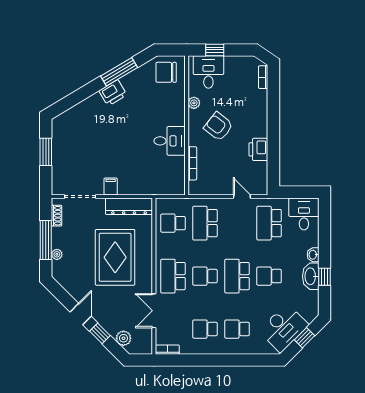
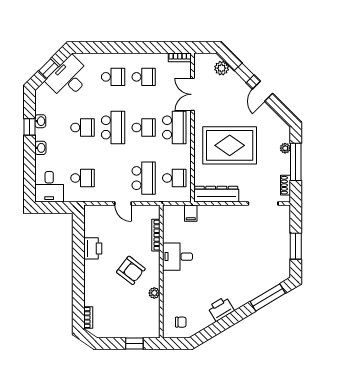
window: (119, 72) -> (268, 297), moved
chair: (166, 72) -> (181, 322), width x0.54, depth x0.54
desk: (208, 72) -> (140, 322), removed
printer: (113, 93) -> (221, 309), moved
filing cabinet: (111, 186) -> (191, 213), moved
door: (242, 196) -> (123, 204), moved
school desk: (269, 223) -> (82, 178), width x0.54
rug: (115, 257) -> (230, 145), turned 90
washbasin: (311, 276) -> (40, 121), width x0.52, depth x0.69
double door: (154, 311) -> (193, 94), swing flipped

